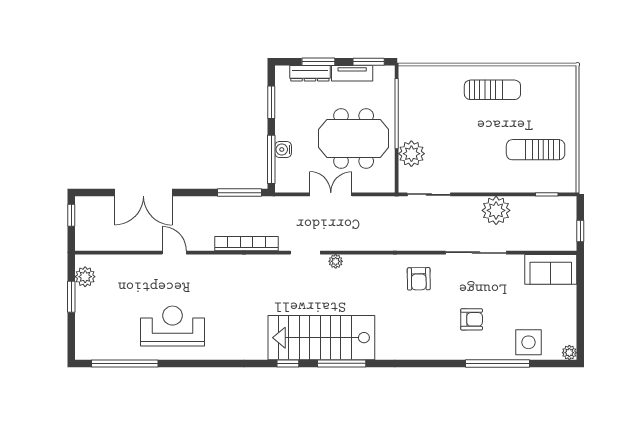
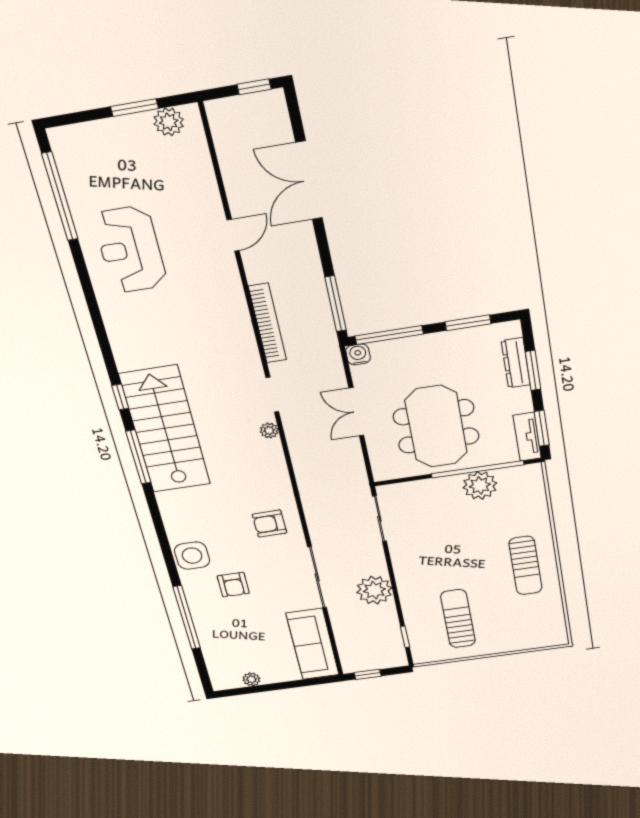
tv unit: (352, 73) -> (527, 437), moved
water cooler: (283, 149) -> (358, 354), moved
plant: (411, 154) -> (480, 485), moved
double door: (331, 194) -> (356, 412), swing flipped
sofa: (551, 269) -> (313, 644), width x1.36
reception desk: (173, 326) -> (130, 250), turned 180
side table: (528, 342) -> (192, 556), moved
plant: (569, 353) -> (251, 679), moved

